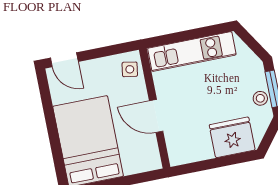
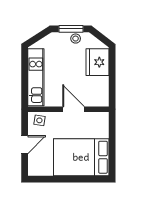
door: (64, 60) -> (25, 145), moved
door: (156, 116) -> (74, 109), swing flipped

